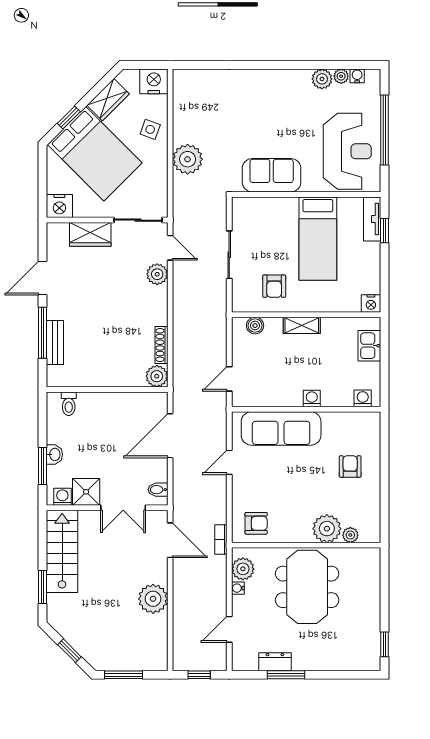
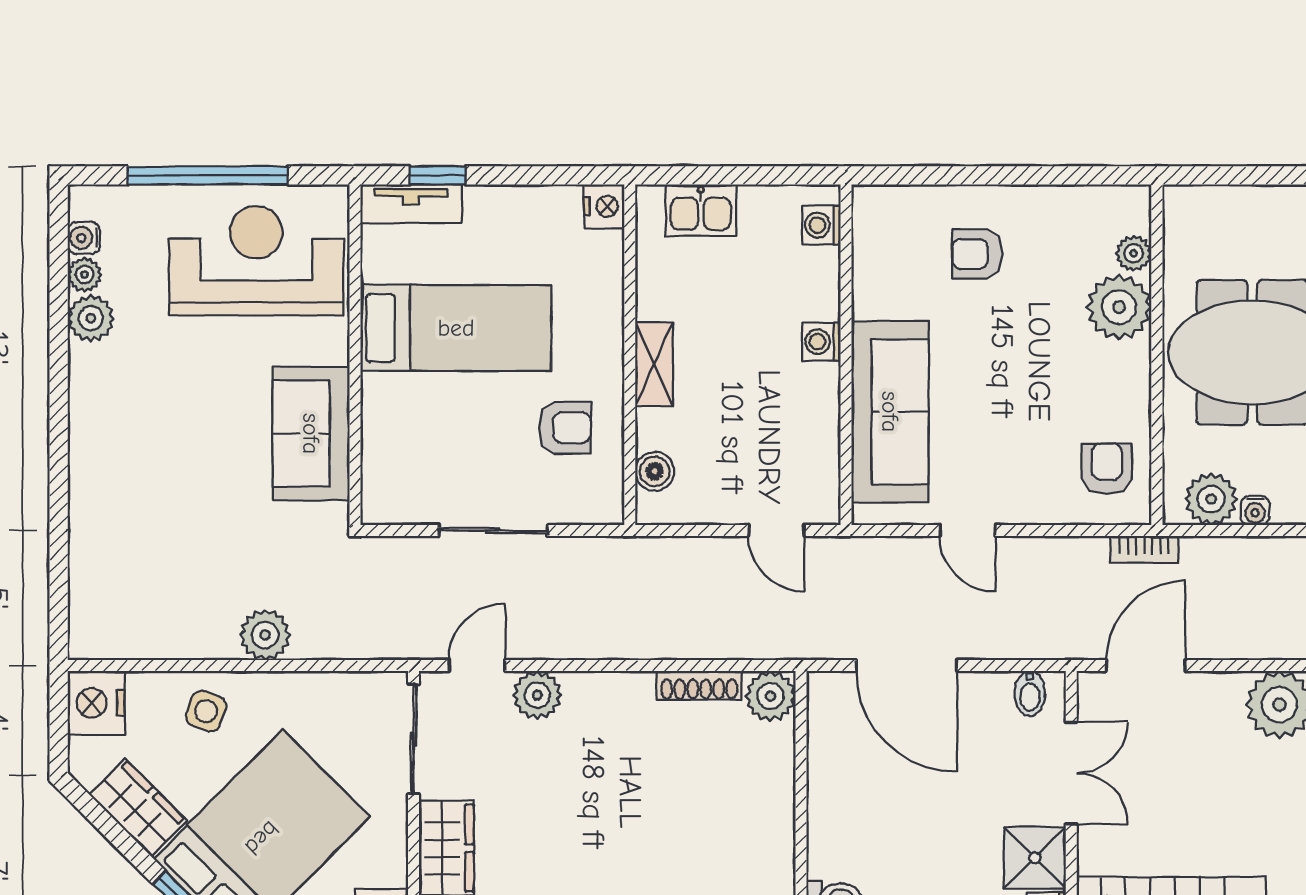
plant: (188, 159) -> (265, 635), width x0.73, depth x0.73

